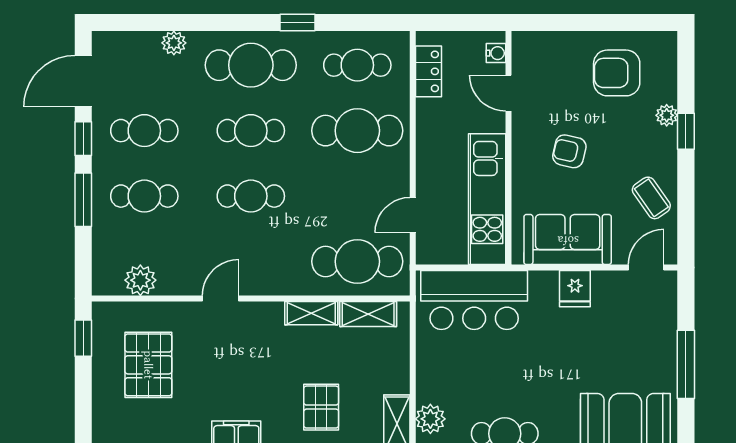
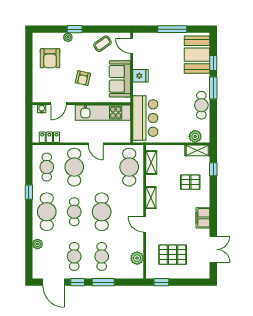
cafe table: (251, 196) -> (102, 212), width x1.37, depth x1.35
door: (413, 215) -> (96, 144), moved
shelving: (311, 313) -> (151, 198), moved

